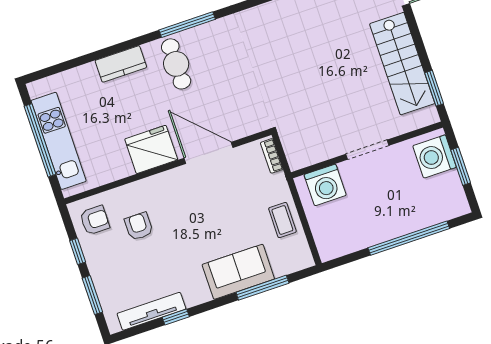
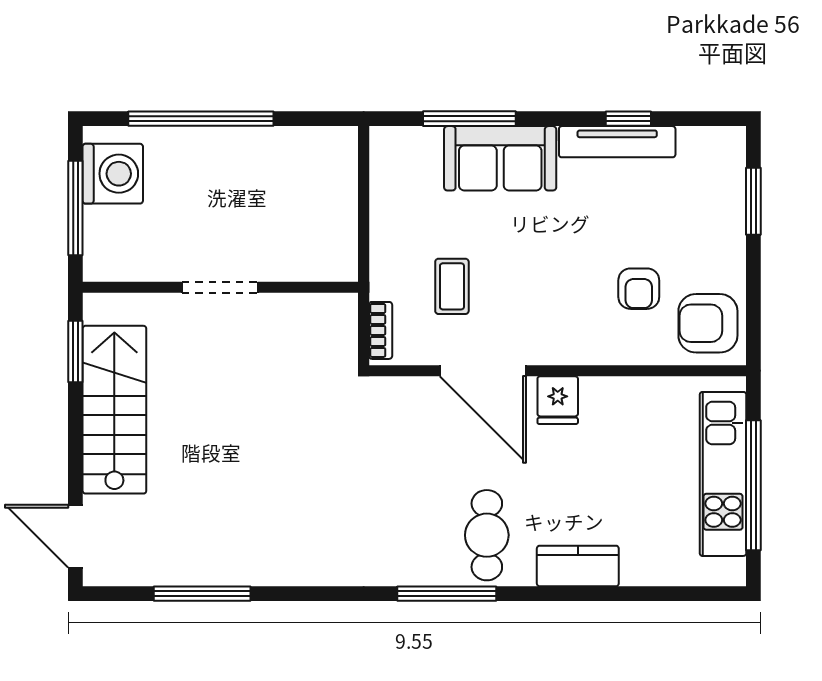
fridge: (151, 149) -> (558, 400), width x0.53, depth x0.75
washing machine: (435, 156) -> (113, 174), moved
window: (461, 166) -> (75, 208), width x1.44
washing machine: (325, 185) -> (309, 253), removed
armchair: (95, 220) -> (708, 323), width x1.38, depth x1.38
coffee table: (282, 220) -> (452, 286), moved
window: (78, 251) -> (753, 281), removed
tv unit: (151, 311) -> (617, 142), moved

